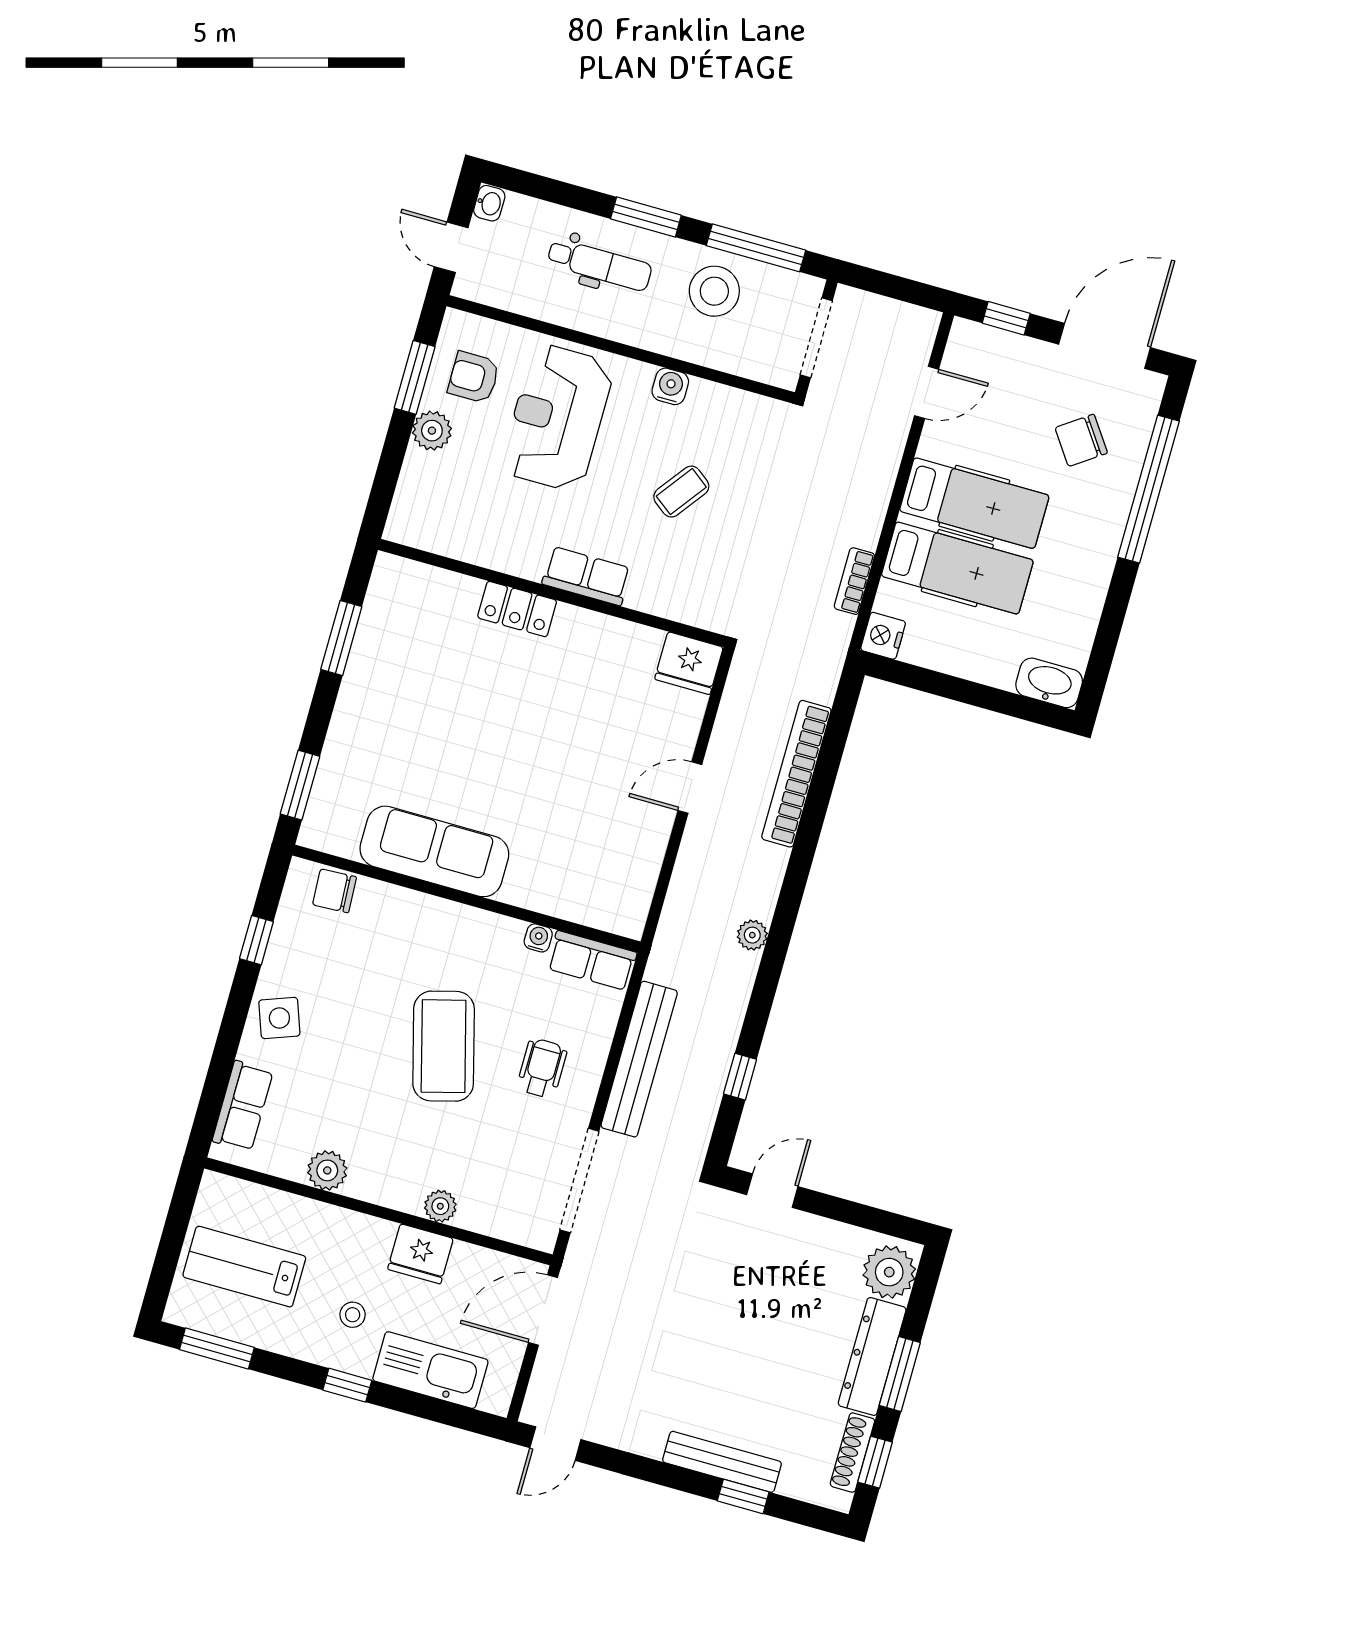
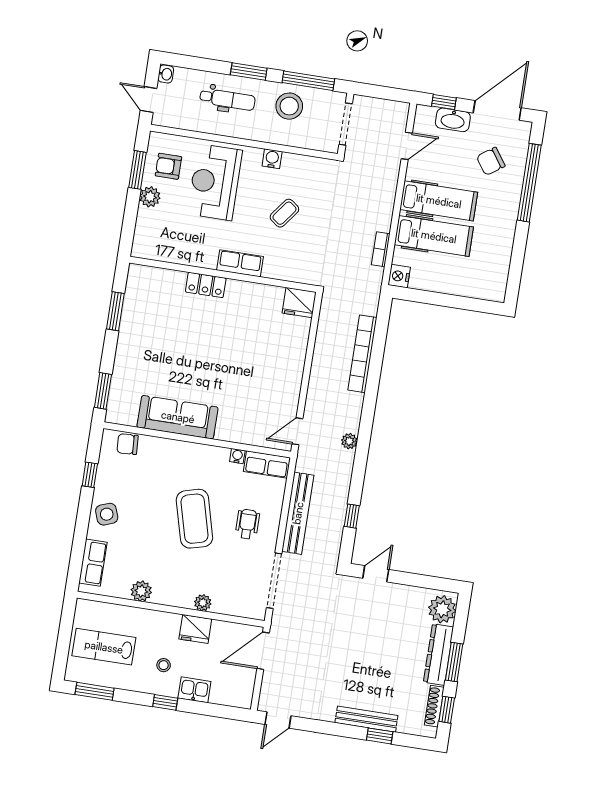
washbasin: (1049, 683) -> (453, 120), moved, turned 180
door: (690, 787) -> (297, 431), moved
kitchen sink: (430, 1370) -> (194, 690), width x0.53, depth x0.81

